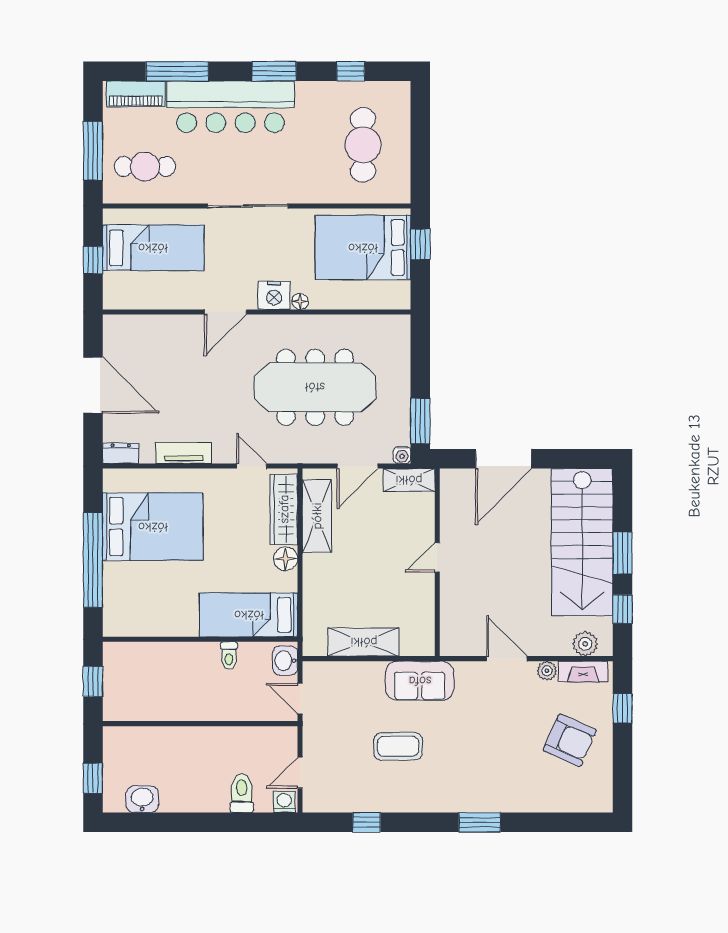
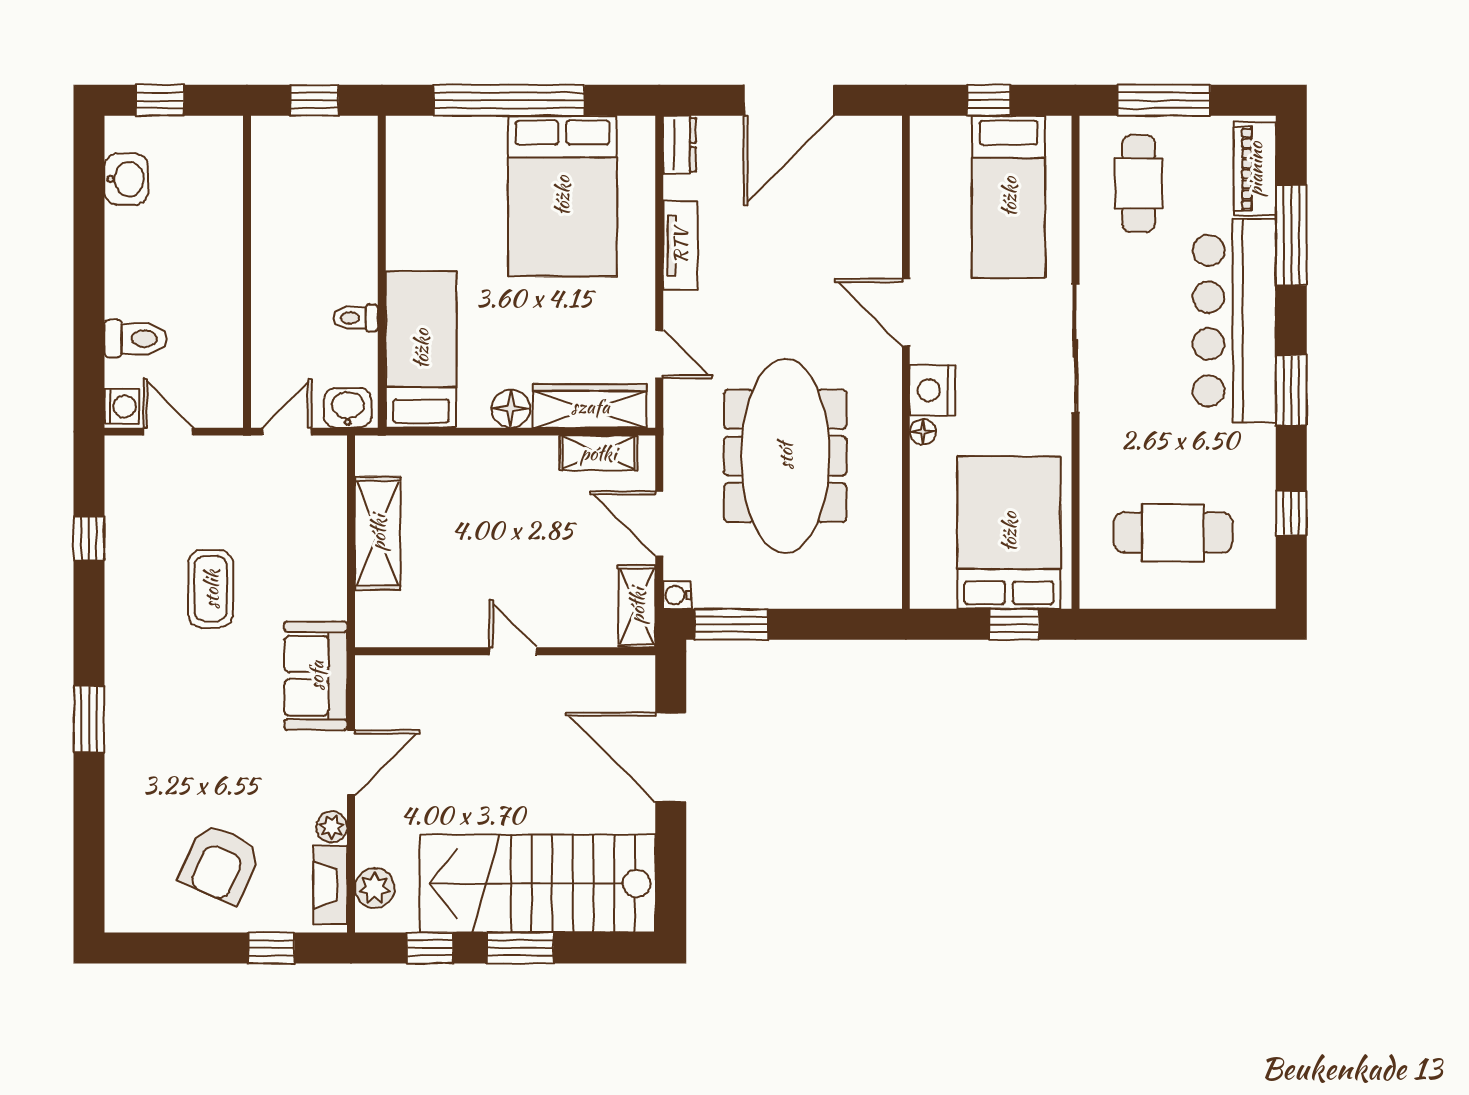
door: (252, 466) -> (659, 354), hinge flipped
shelving: (317, 516) -> (598, 453), width x0.67, depth x0.75
sofa: (420, 681) -> (316, 676), moved

